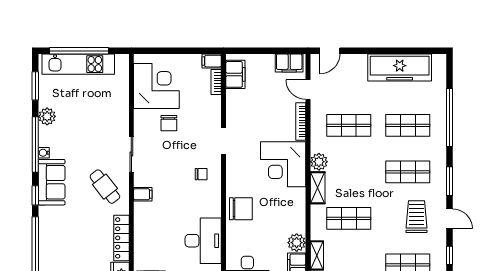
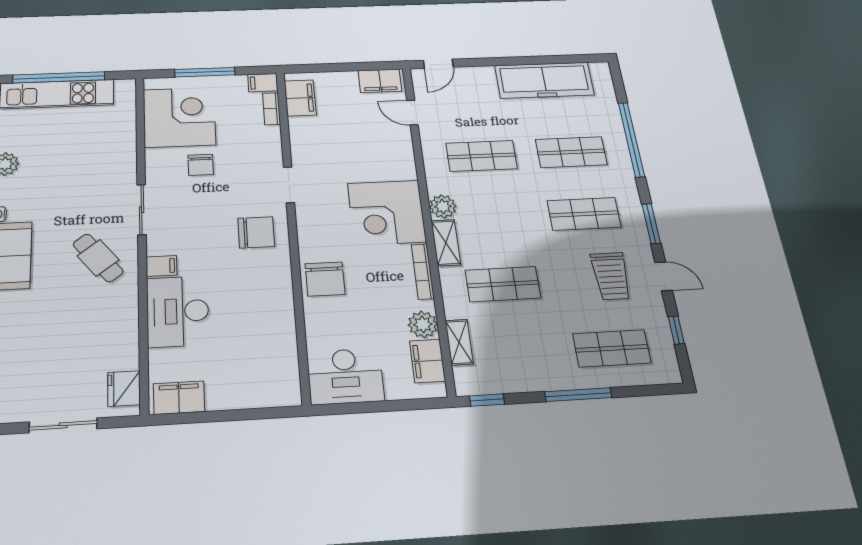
window: (174, 51) -> (205, 72), added
bookcase: (301, 122) -> (423, 271), moved
chair: (201, 174) -> (256, 232), width x1.87, depth x1.87
chair: (241, 209) -> (325, 279), turned 90
trolley: (417, 217) -> (611, 276), turned 180
locker: (121, 238) -> (126, 333), removed
desk: (203, 241) -> (178, 311), moved, turned 180

